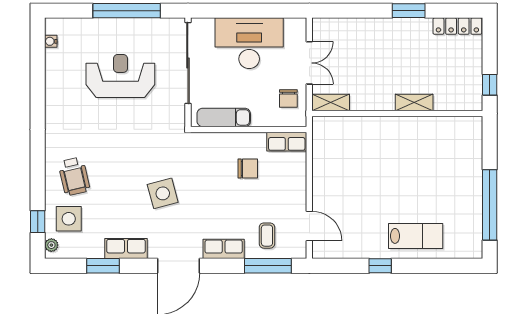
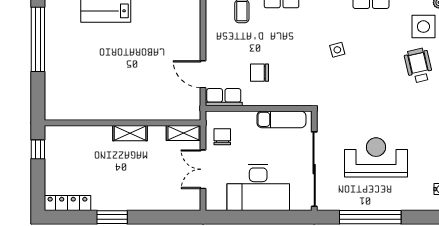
reception desk: (120, 76) -> (376, 157), turned 180
shelving: (414, 103) -> (130, 133), moved
side table: (163, 193) -> (337, 50), width x0.54, depth x0.54
door: (309, 226) -> (203, 74), moved

